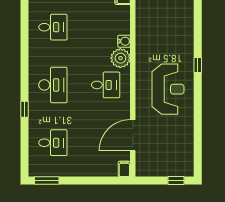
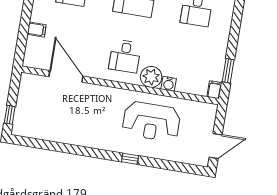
reception desk: (168, 89) -> (151, 121), moved
filing cabinet: (124, 169) -> (37, 30), moved

